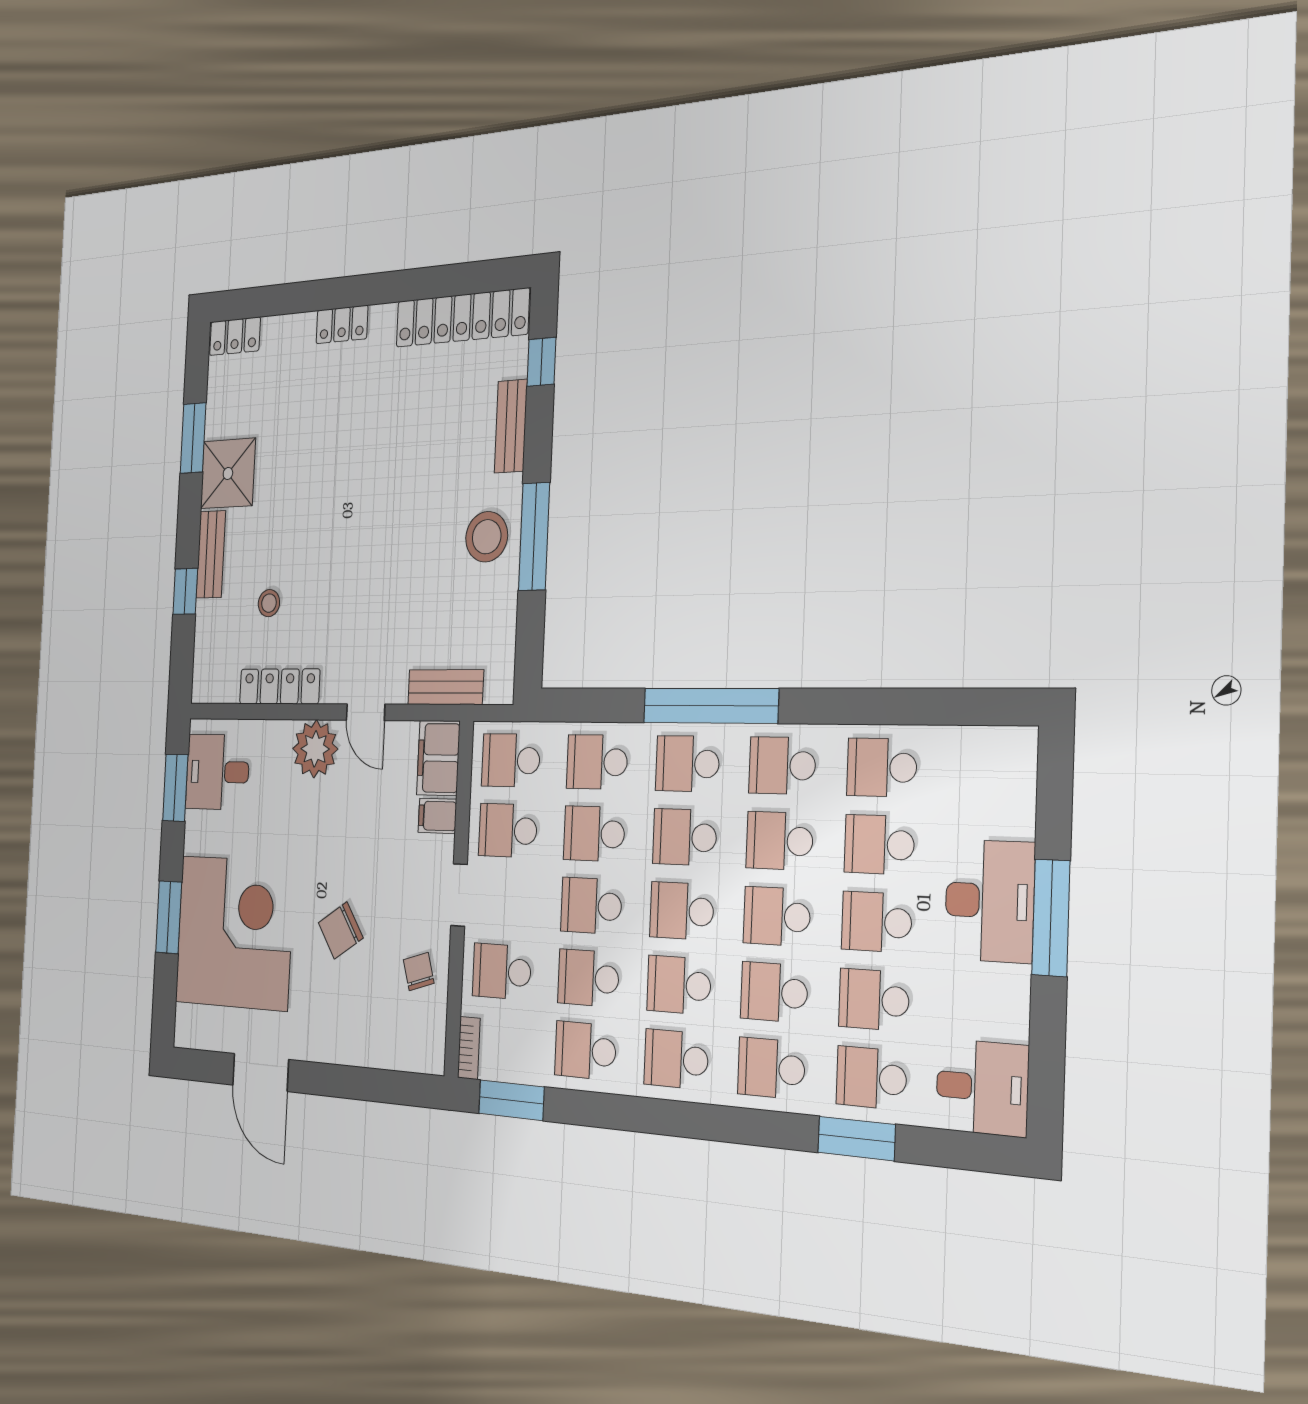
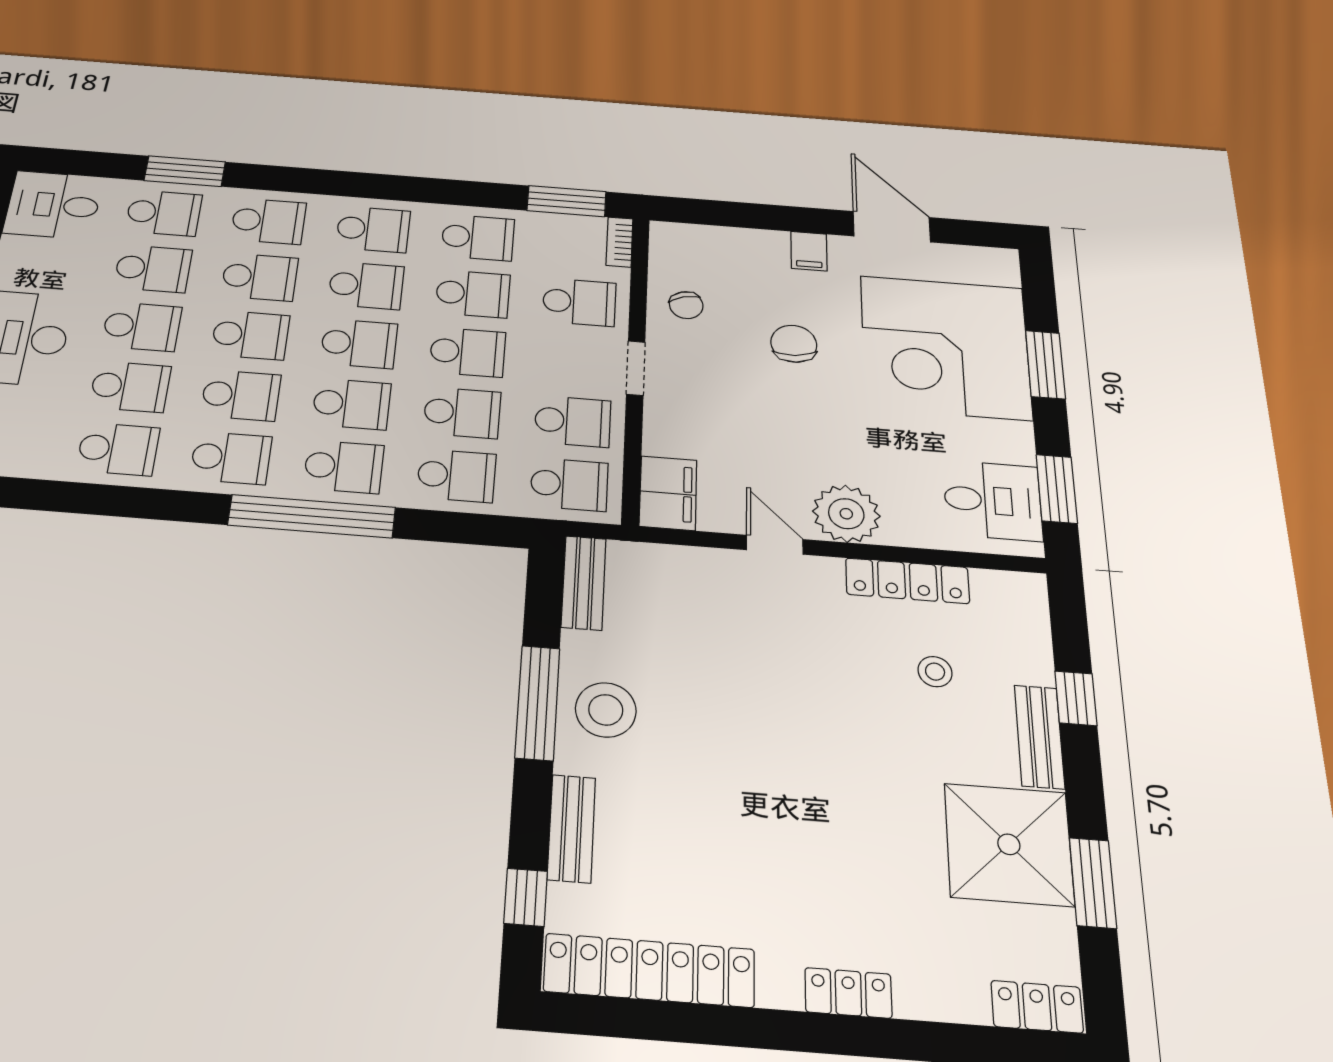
shower: (228, 473) -> (1009, 844), width x1.37, depth x1.37
bench: (446, 687) -> (584, 583), moved, turned 90
filing cabinet: (437, 816) -> (809, 251), moved, turned 90
chair: (341, 930) -> (794, 344), turned -62

